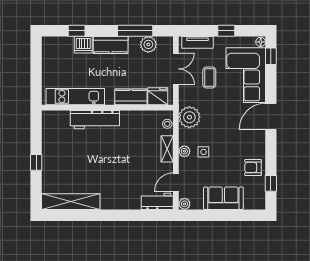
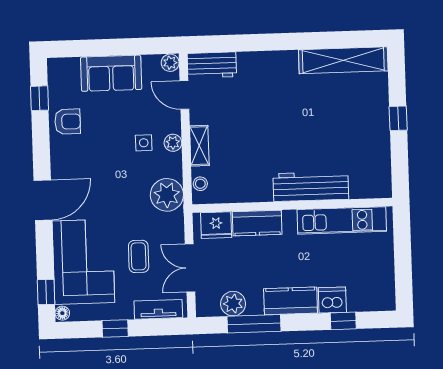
door: (176, 182) -> (184, 95), swing flipped

